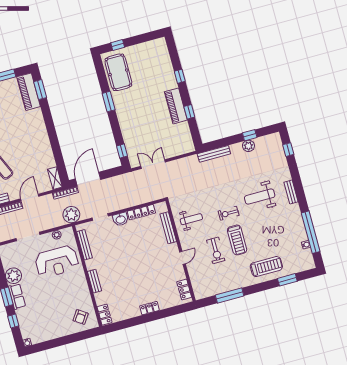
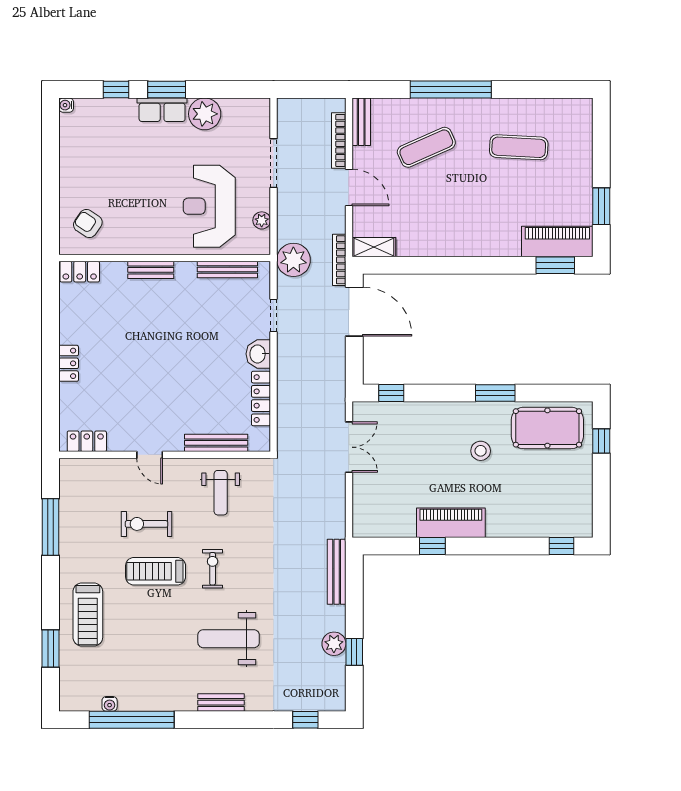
window: (180, 76) -> (561, 546), moved
stool: (138, 101) -> (481, 451), added
weight bench: (260, 197) -> (229, 639), turned -90

